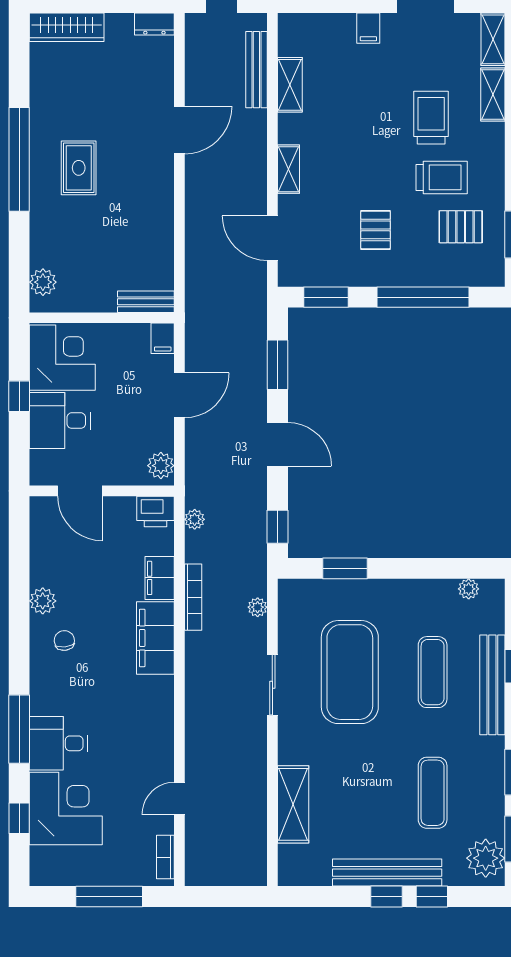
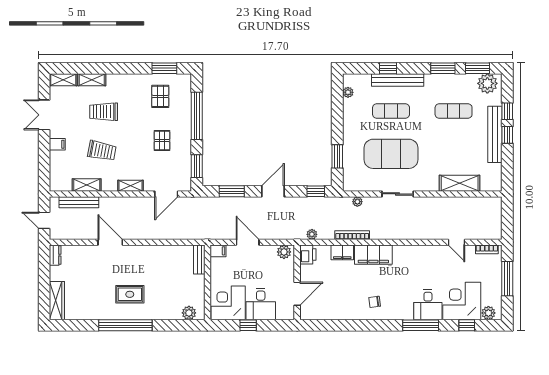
trolley: (442, 177) -> (102, 151), moved, turned 101
pallet: (375, 230) -> (162, 141), turned 90
plant: (43, 601) -> (488, 313), moved

